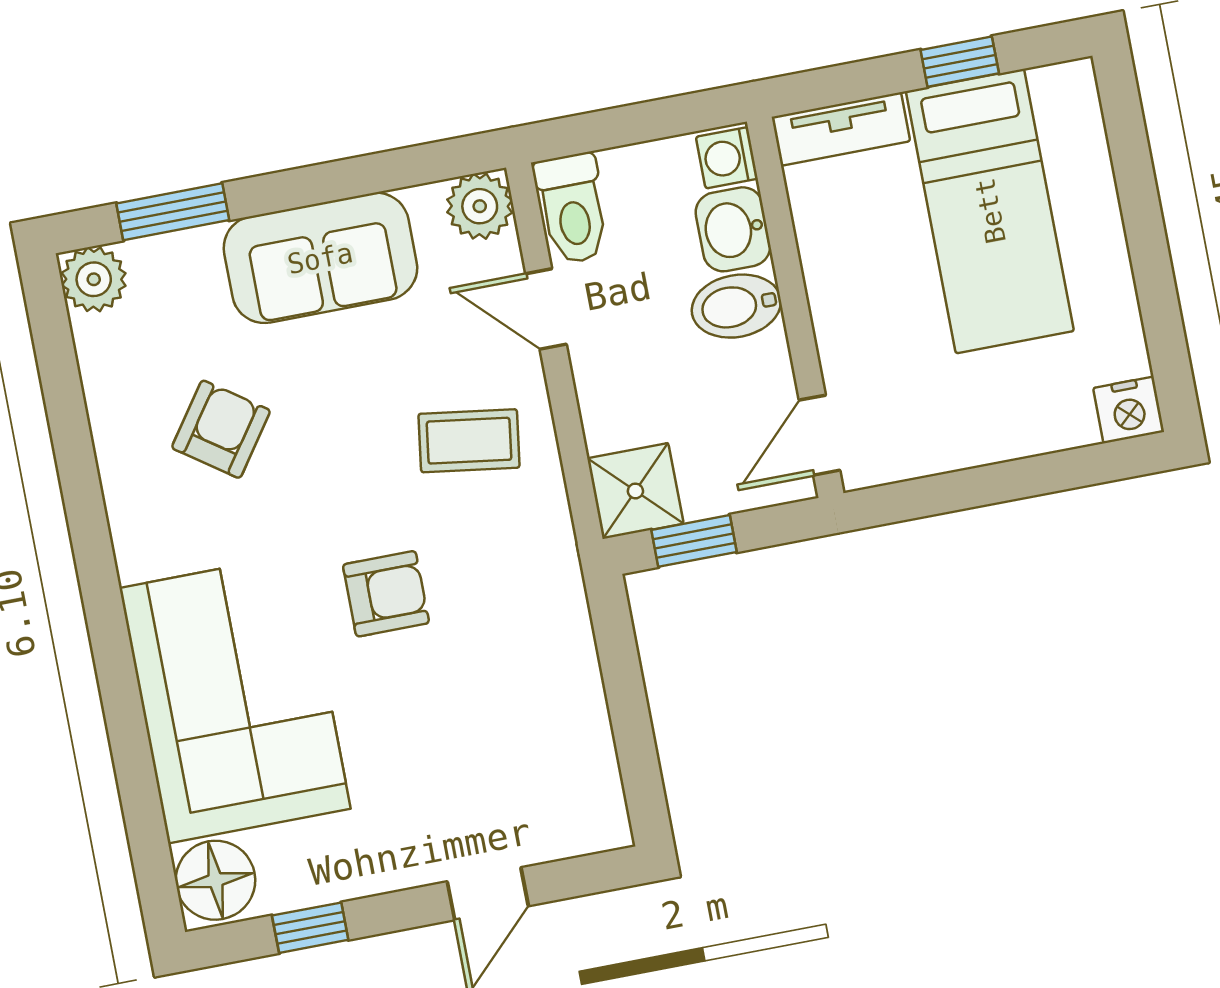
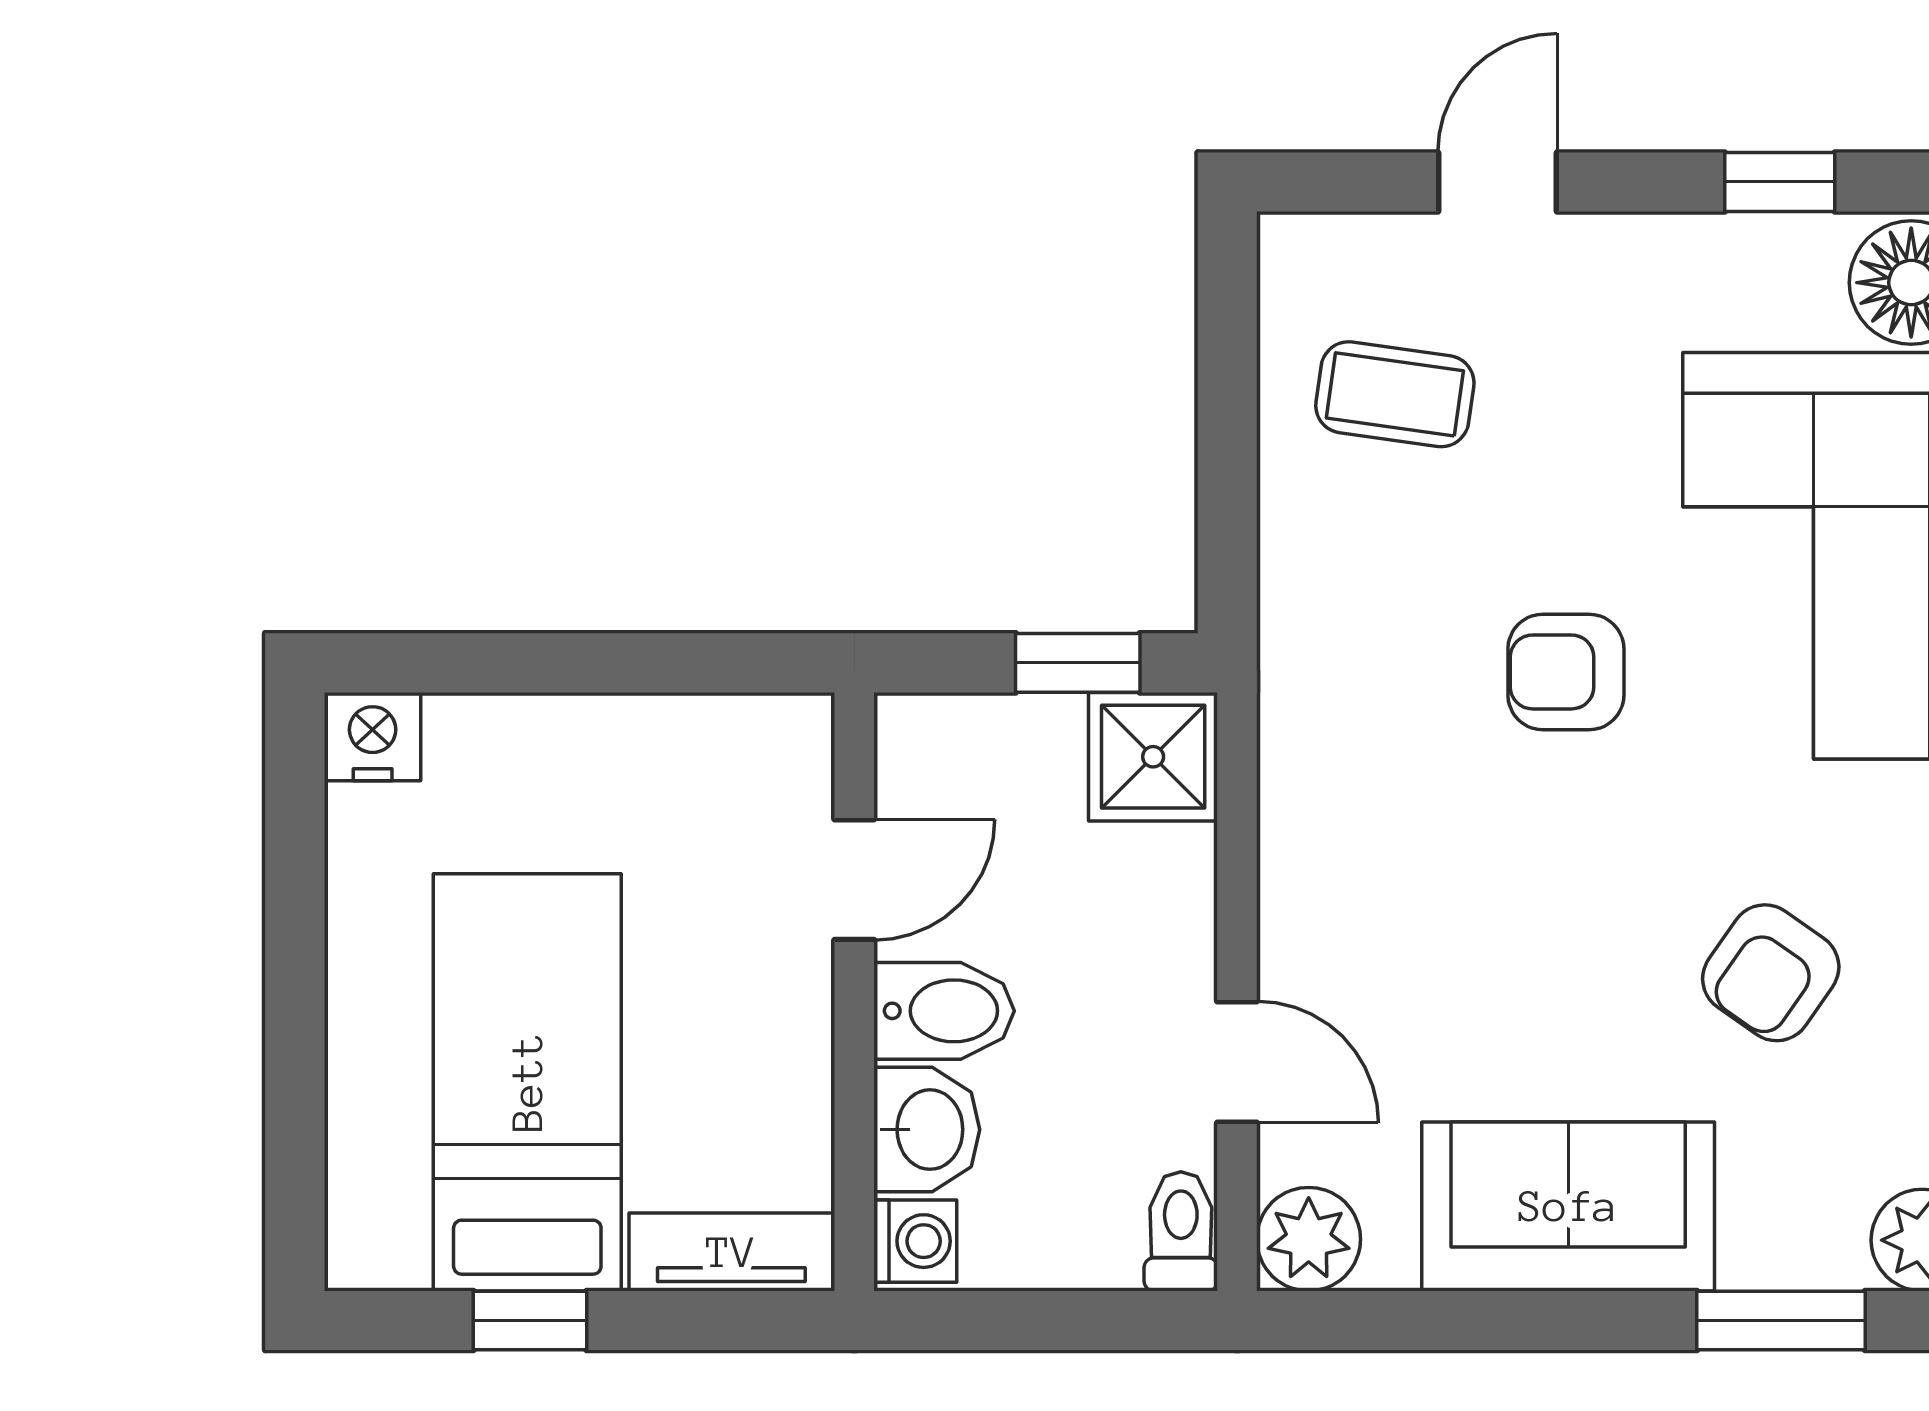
toilet: (572, 209) -> (1181, 1231), width x0.73, depth x0.72
door: (819, 435) -> (854, 880), moved
coffee table: (469, 441) -> (1395, 394), moved

